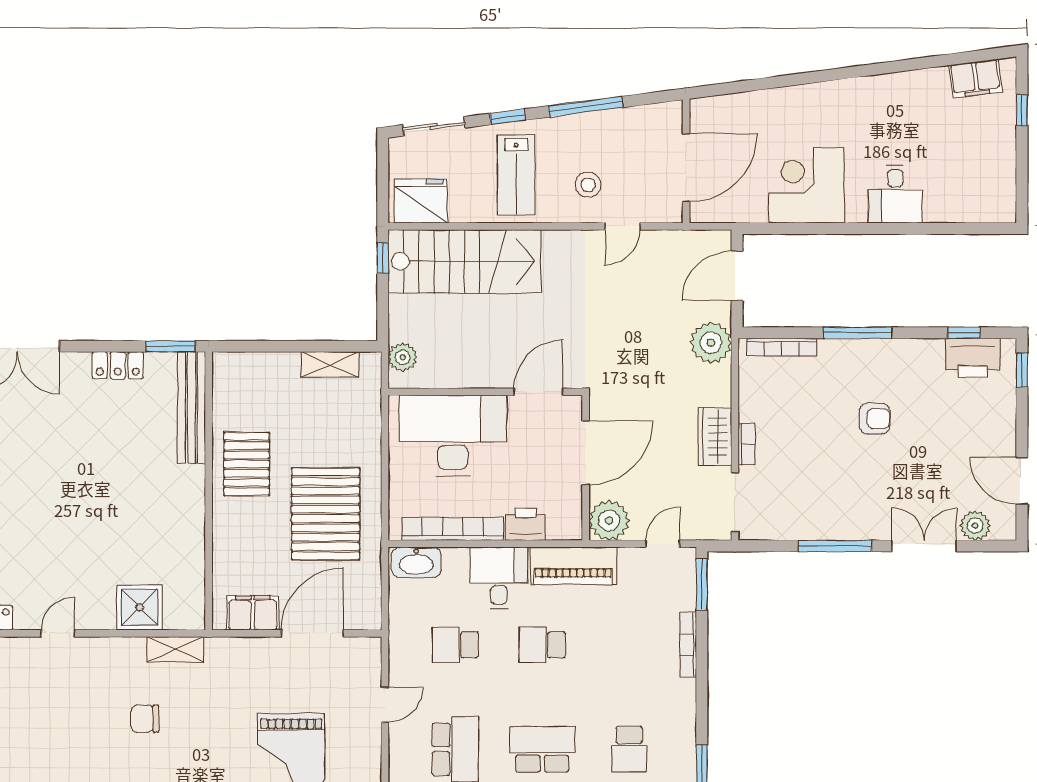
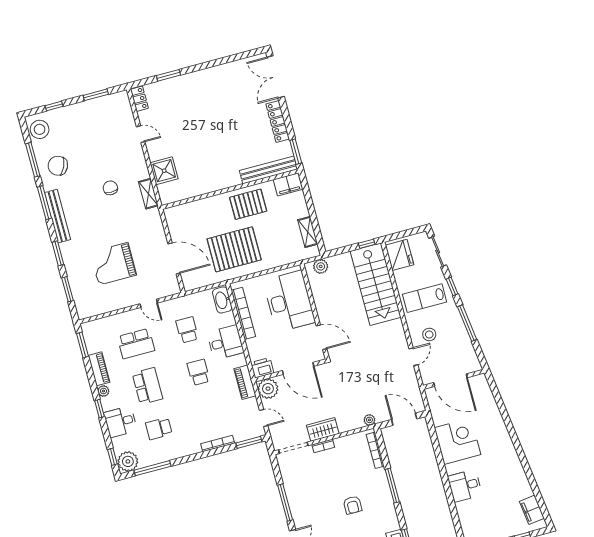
door: (622, 226) -> (413, 357), swing flipped
plant: (711, 343) -> (369, 420), width x0.53, depth x0.53
locker: (118, 365) -> (278, 121), width x1.53
printer: (525, 524) -> (262, 368), moved, turned -90
piano: (573, 566) -> (245, 382), width x0.73, depth x0.75
filing cabinet: (253, 613) -> (288, 184), moved, turned 90

